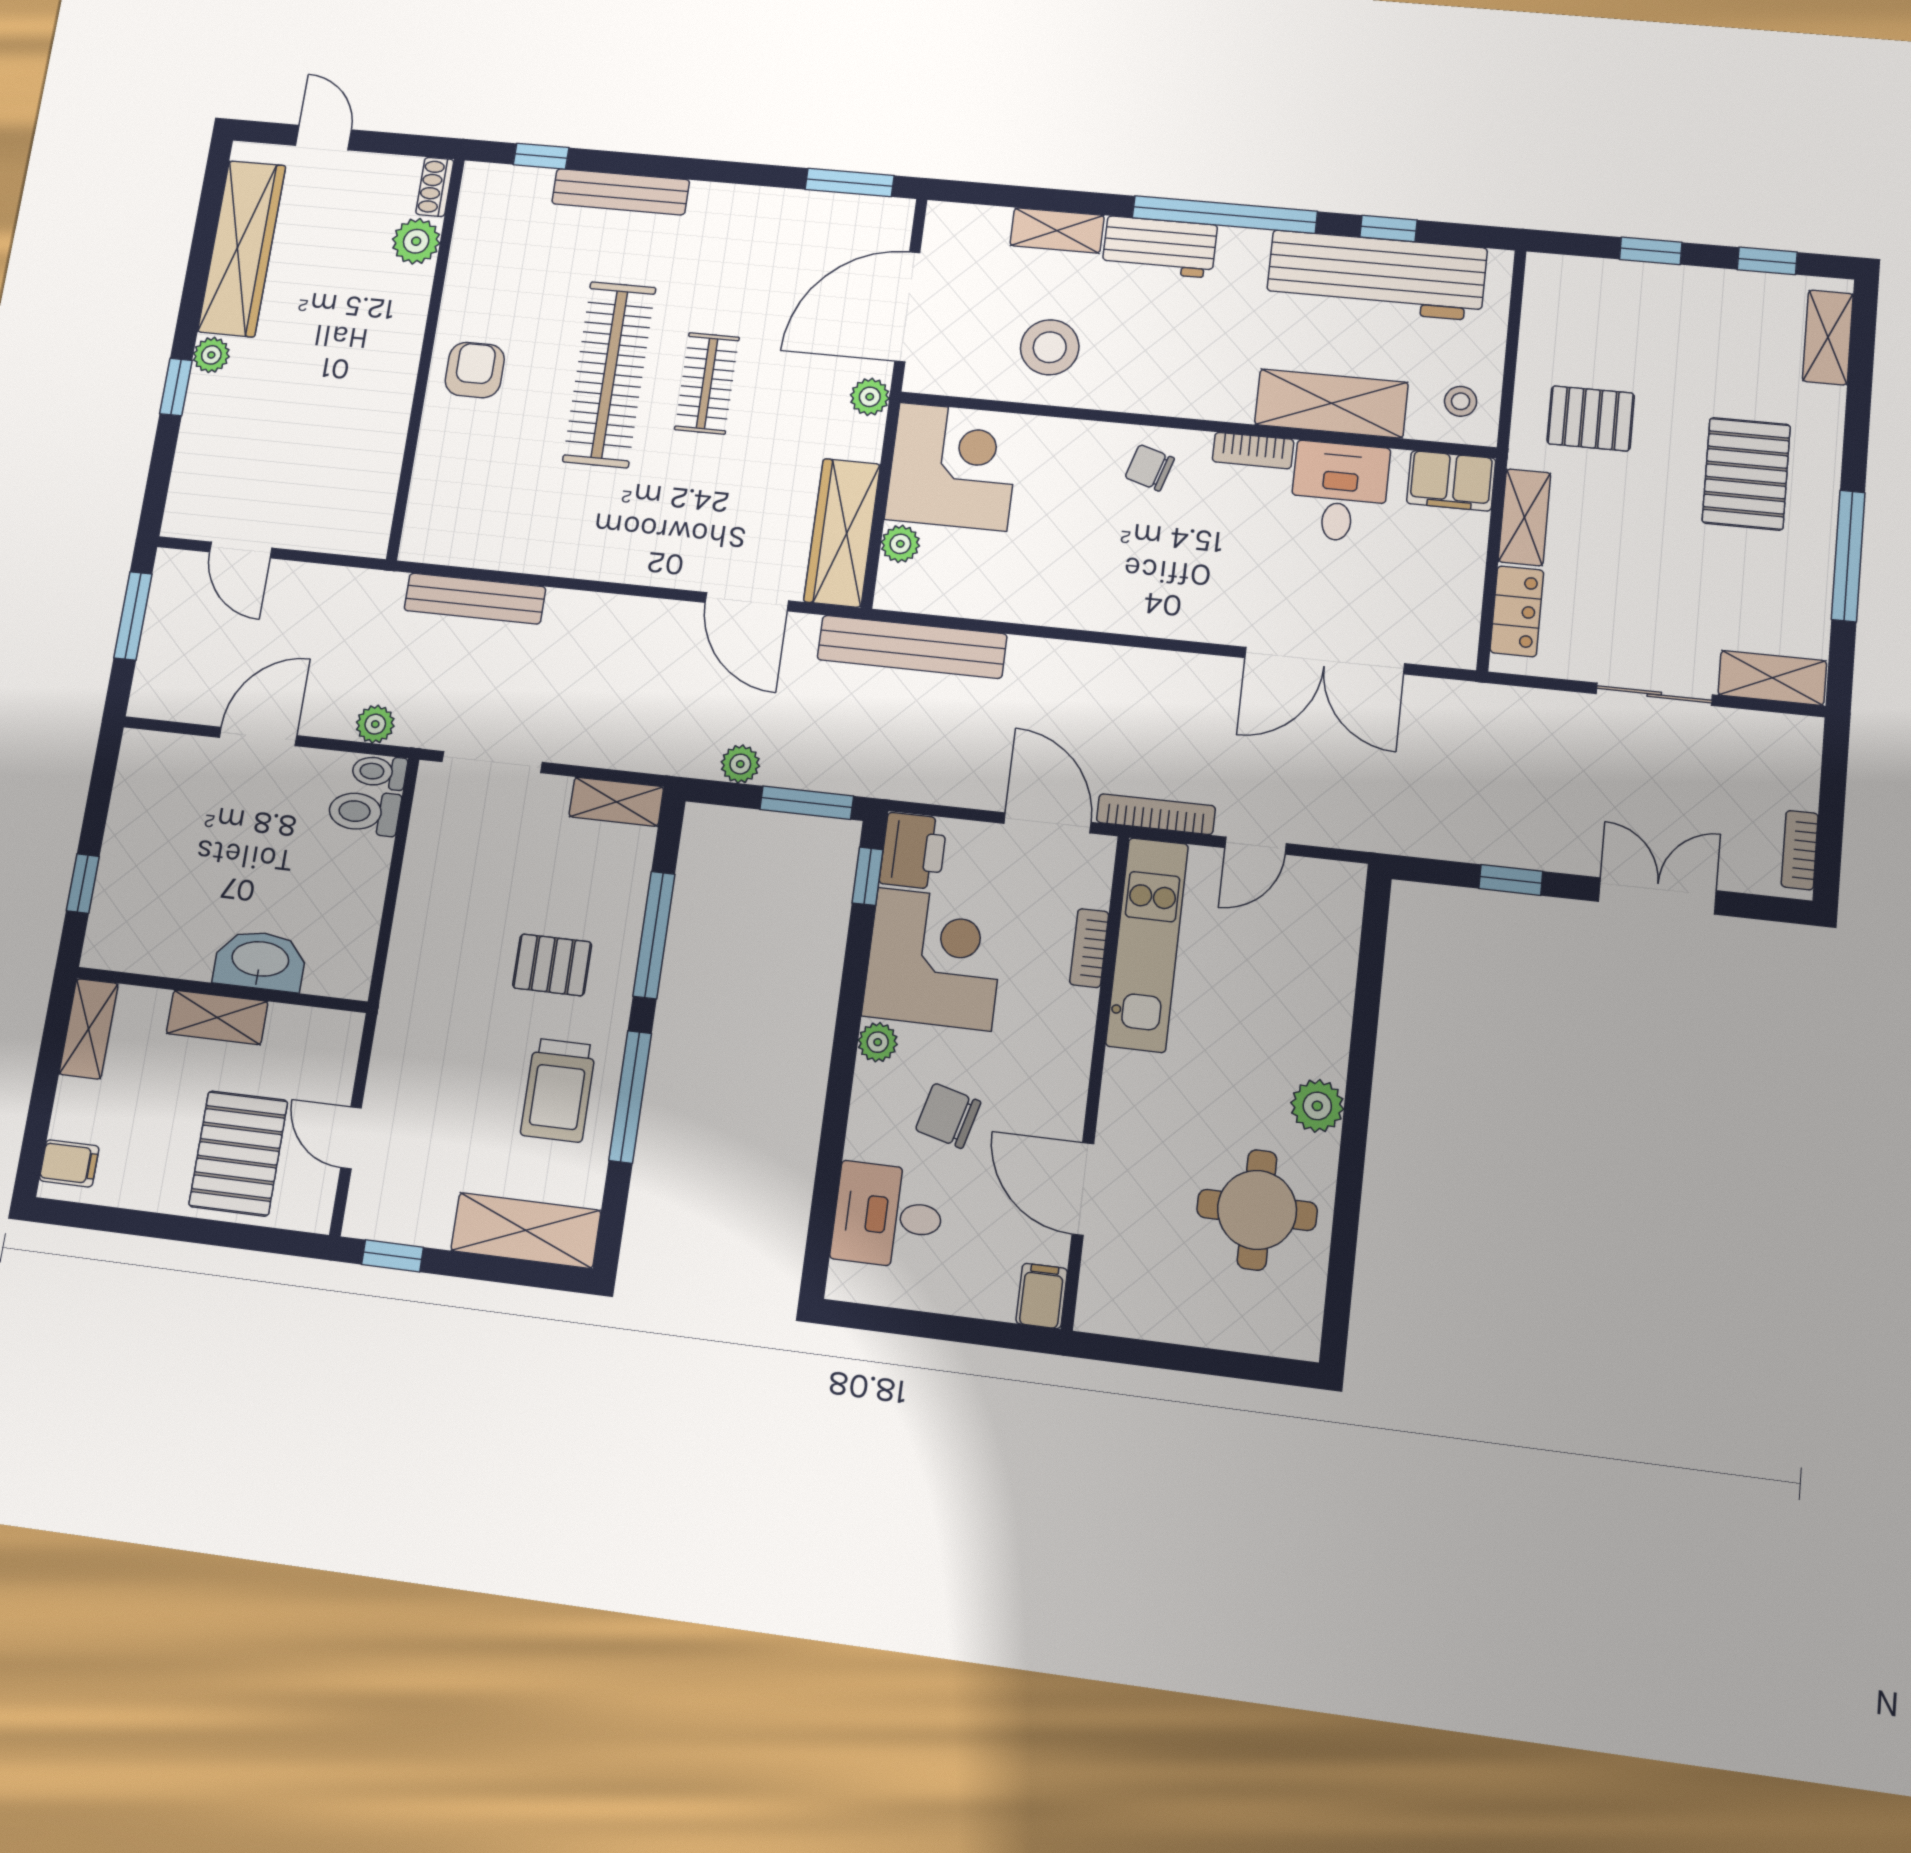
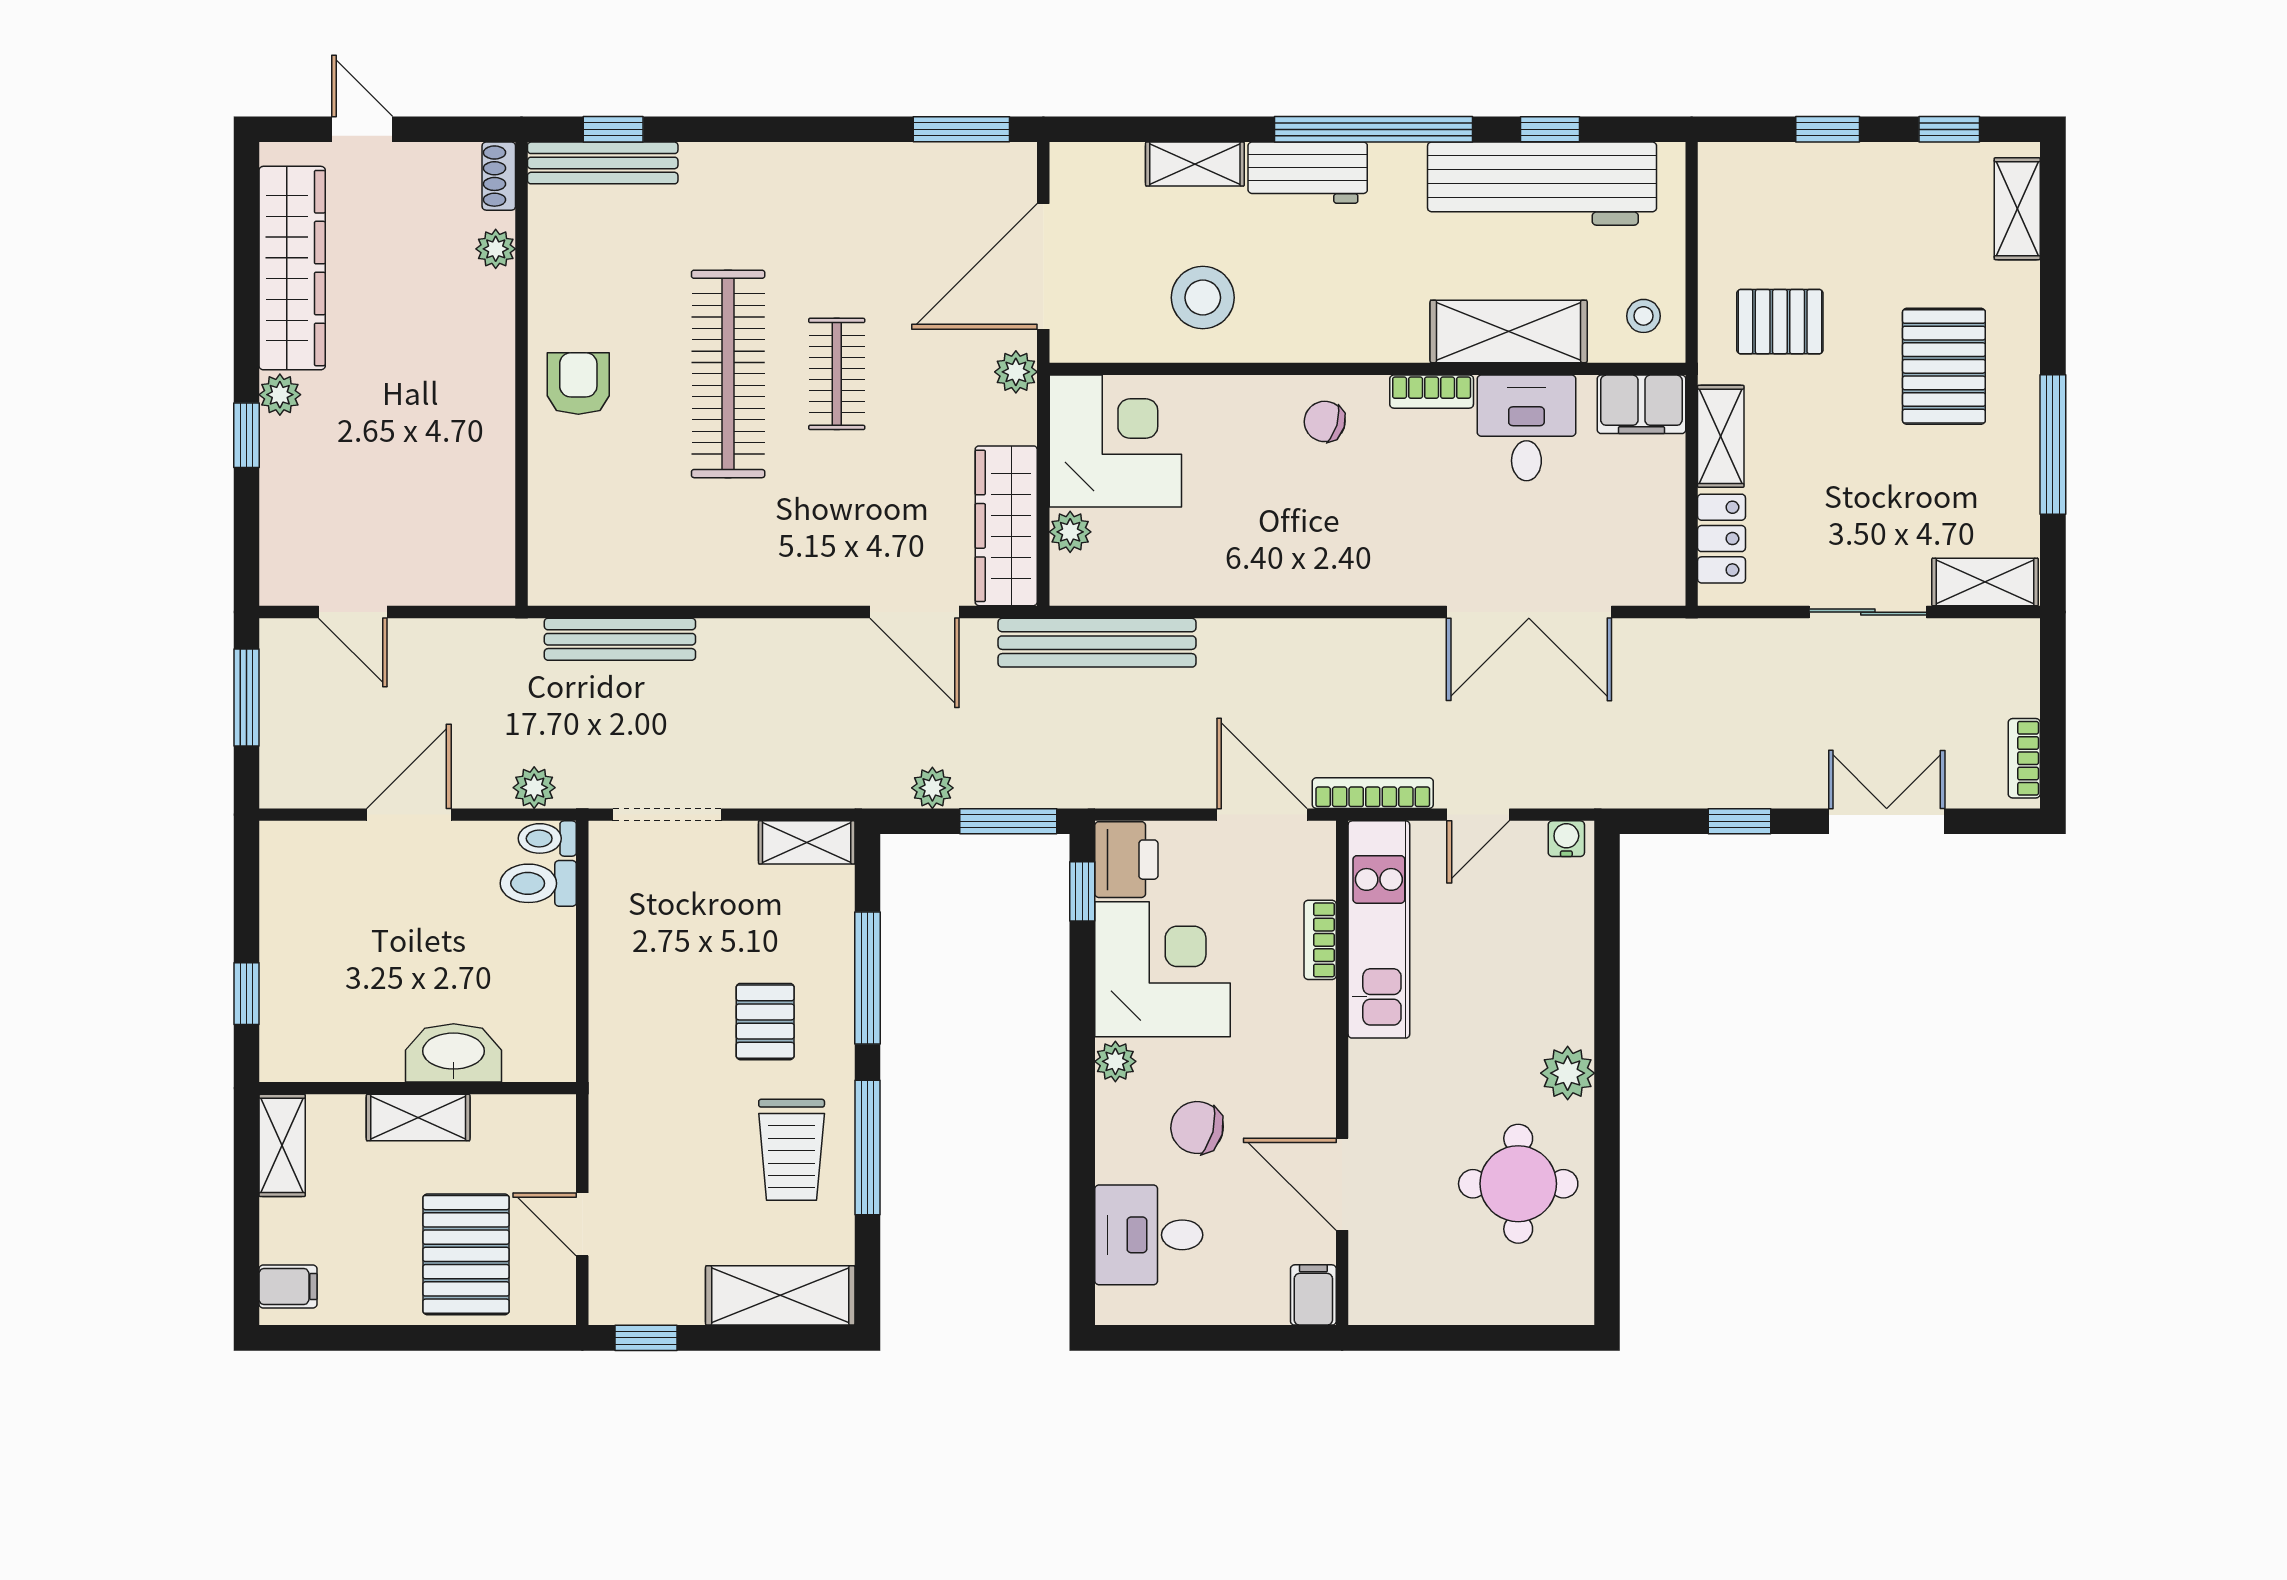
bench: (621, 192) -> (603, 163), moved
plant: (416, 241) -> (496, 249), width x0.73, depth x0.73
water cooler: (1339, 878) -> (1566, 839), added
pallet: (552, 965) -> (765, 1022), turned 90

